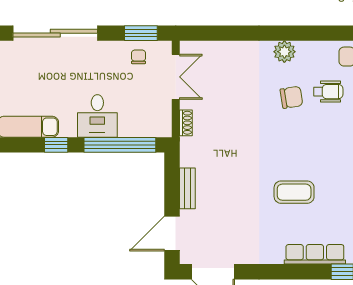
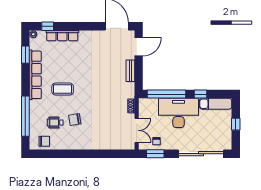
plant: (284, 52) -> (79, 144), removed
double door: (176, 77) -> (137, 130), swing flipped
desk: (97, 116) -> (179, 113), width x1.87, depth x1.30
coffee table: (294, 192) -> (63, 89), moved

